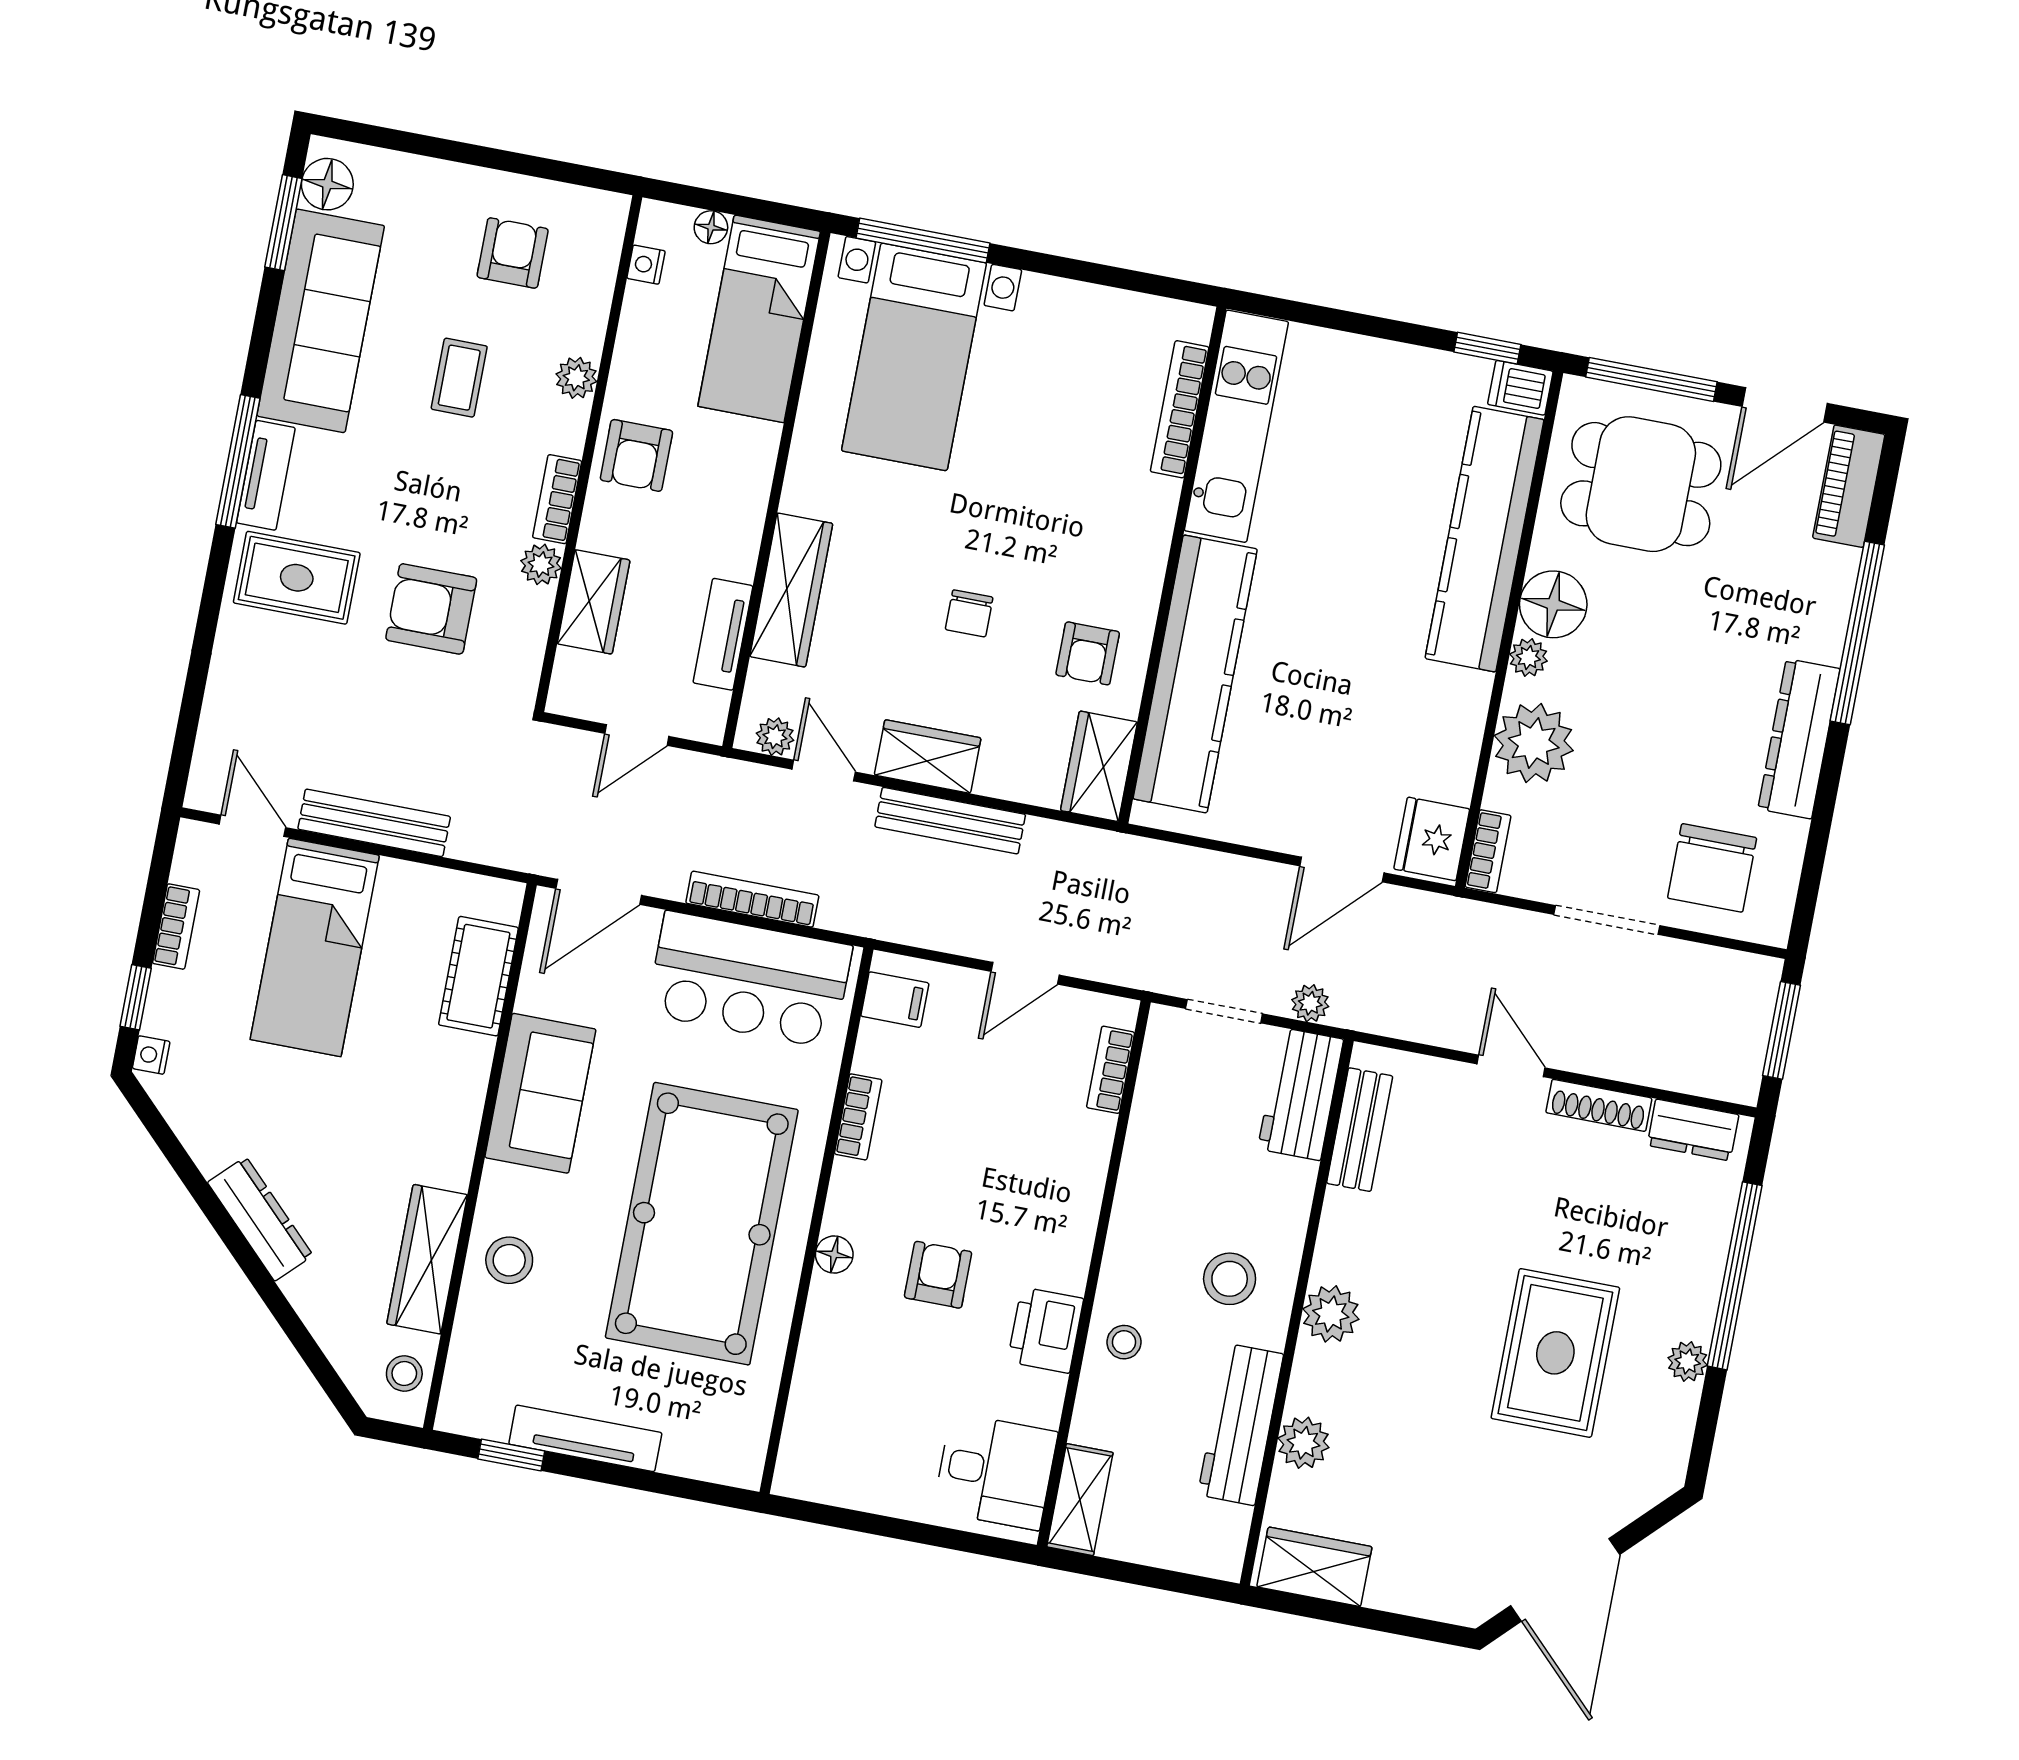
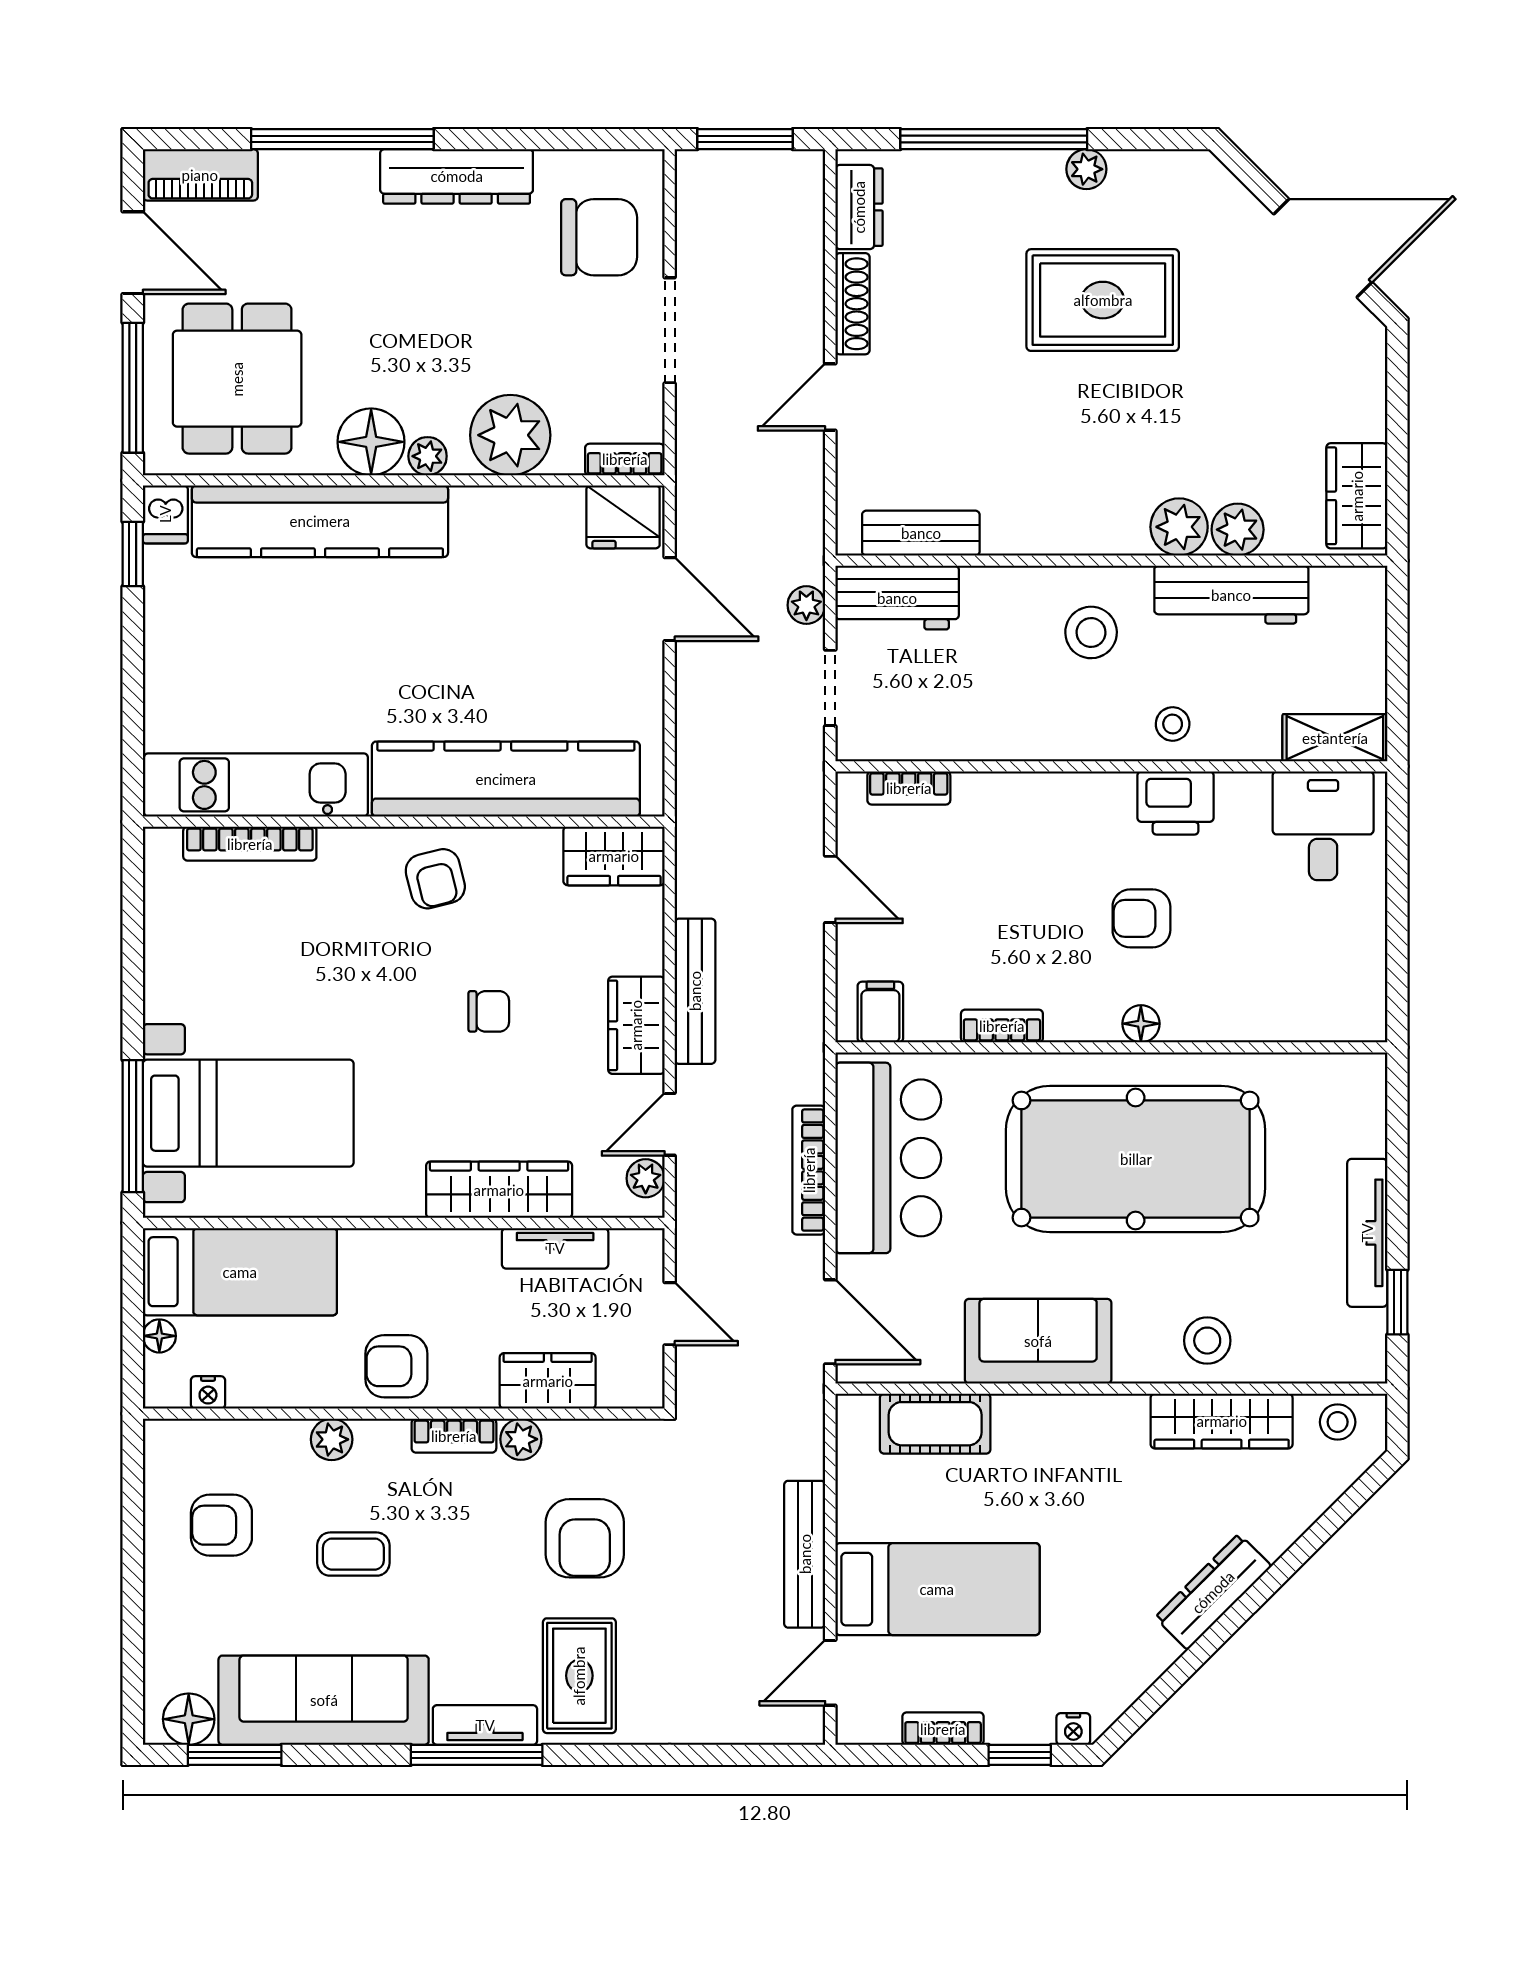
armchair: (636, 455) -> (396, 1366), turned 180
armchair: (1088, 653) -> (435, 879), moved, turned 76
plant: (1331, 1314) -> (1179, 527), moved

